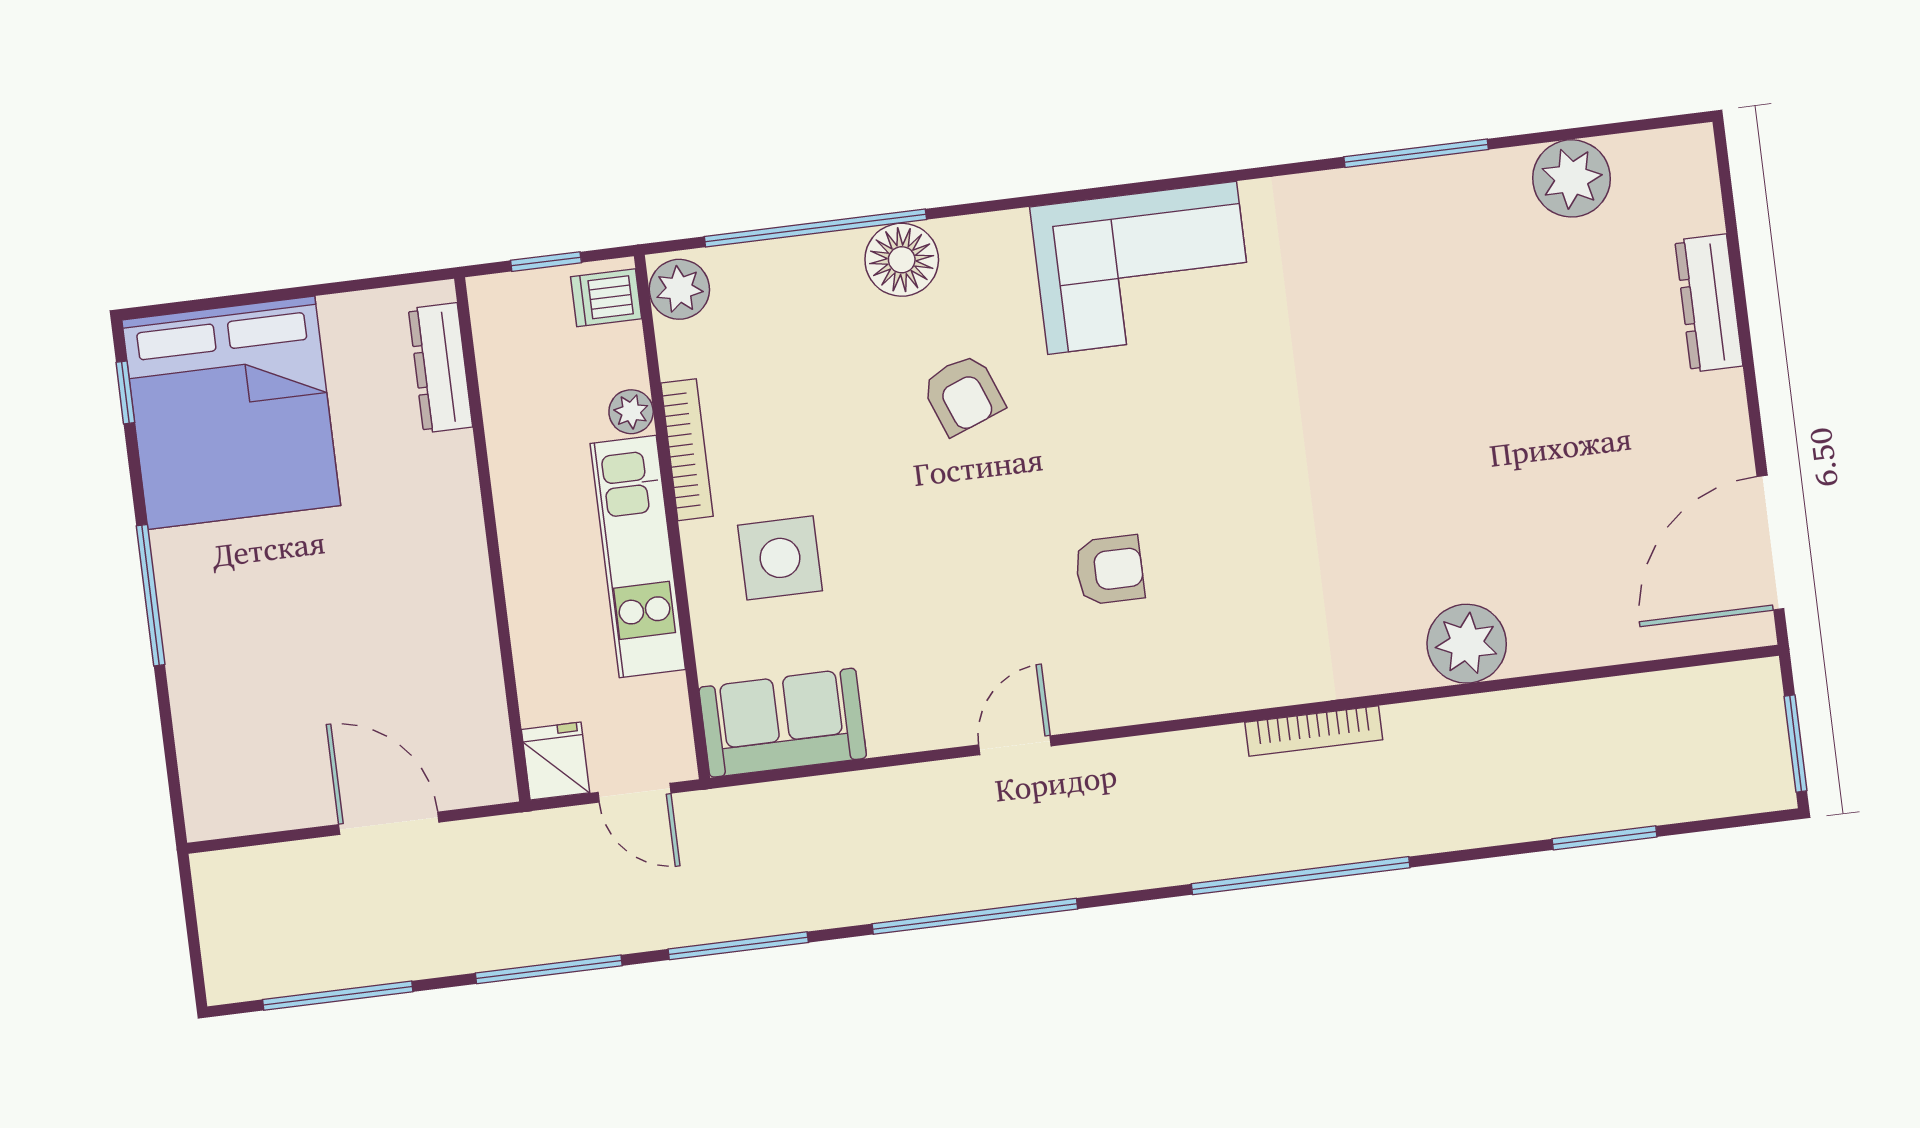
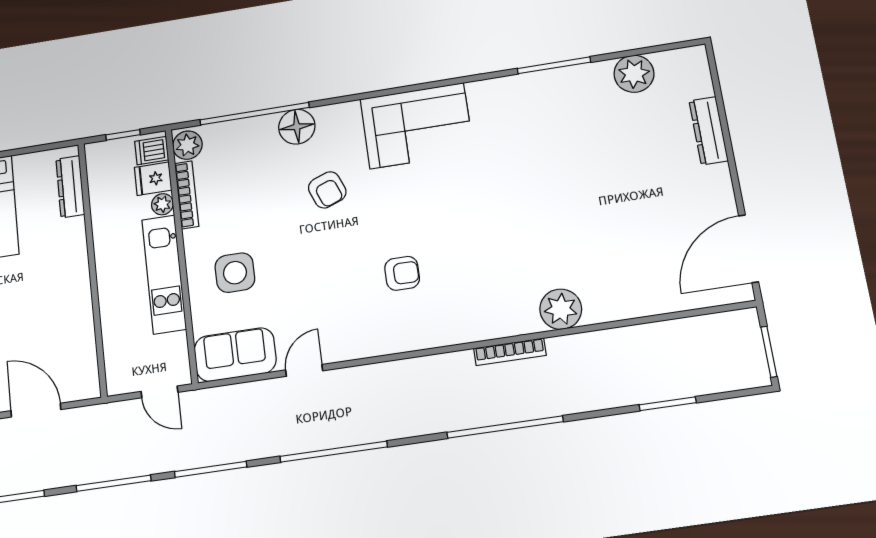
bookcase: (687, 450) -> (187, 195), moved
plant: (1467, 644) -> (561, 309), moved
door: (1015, 745) -> (304, 370), moved
fridge: (555, 761) -> (153, 179), moved, turned -90

